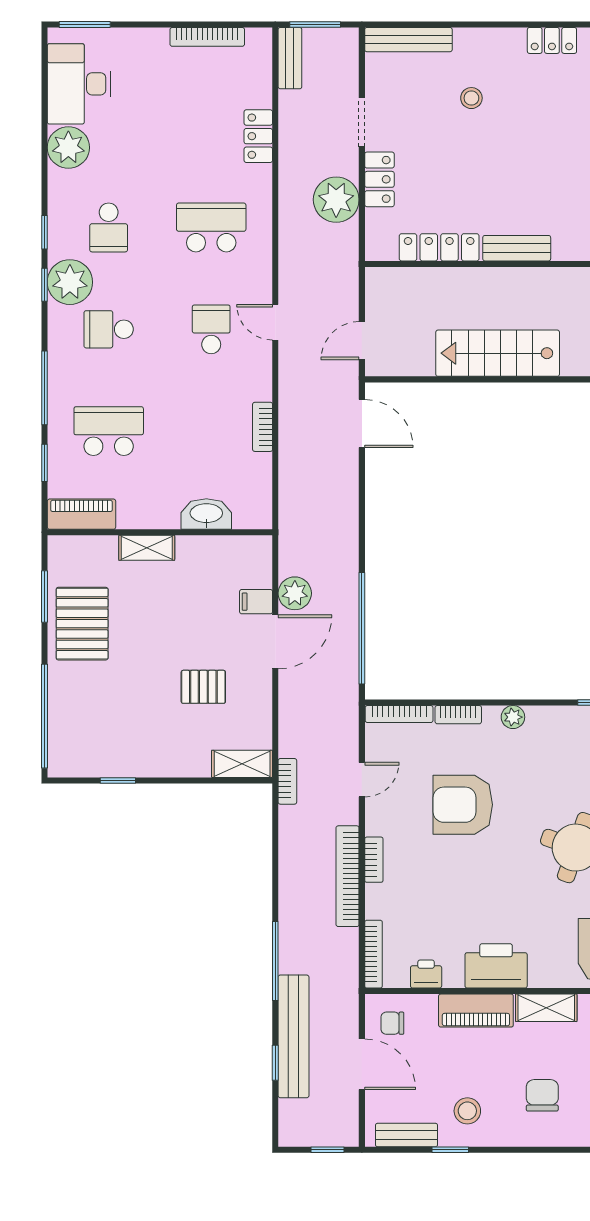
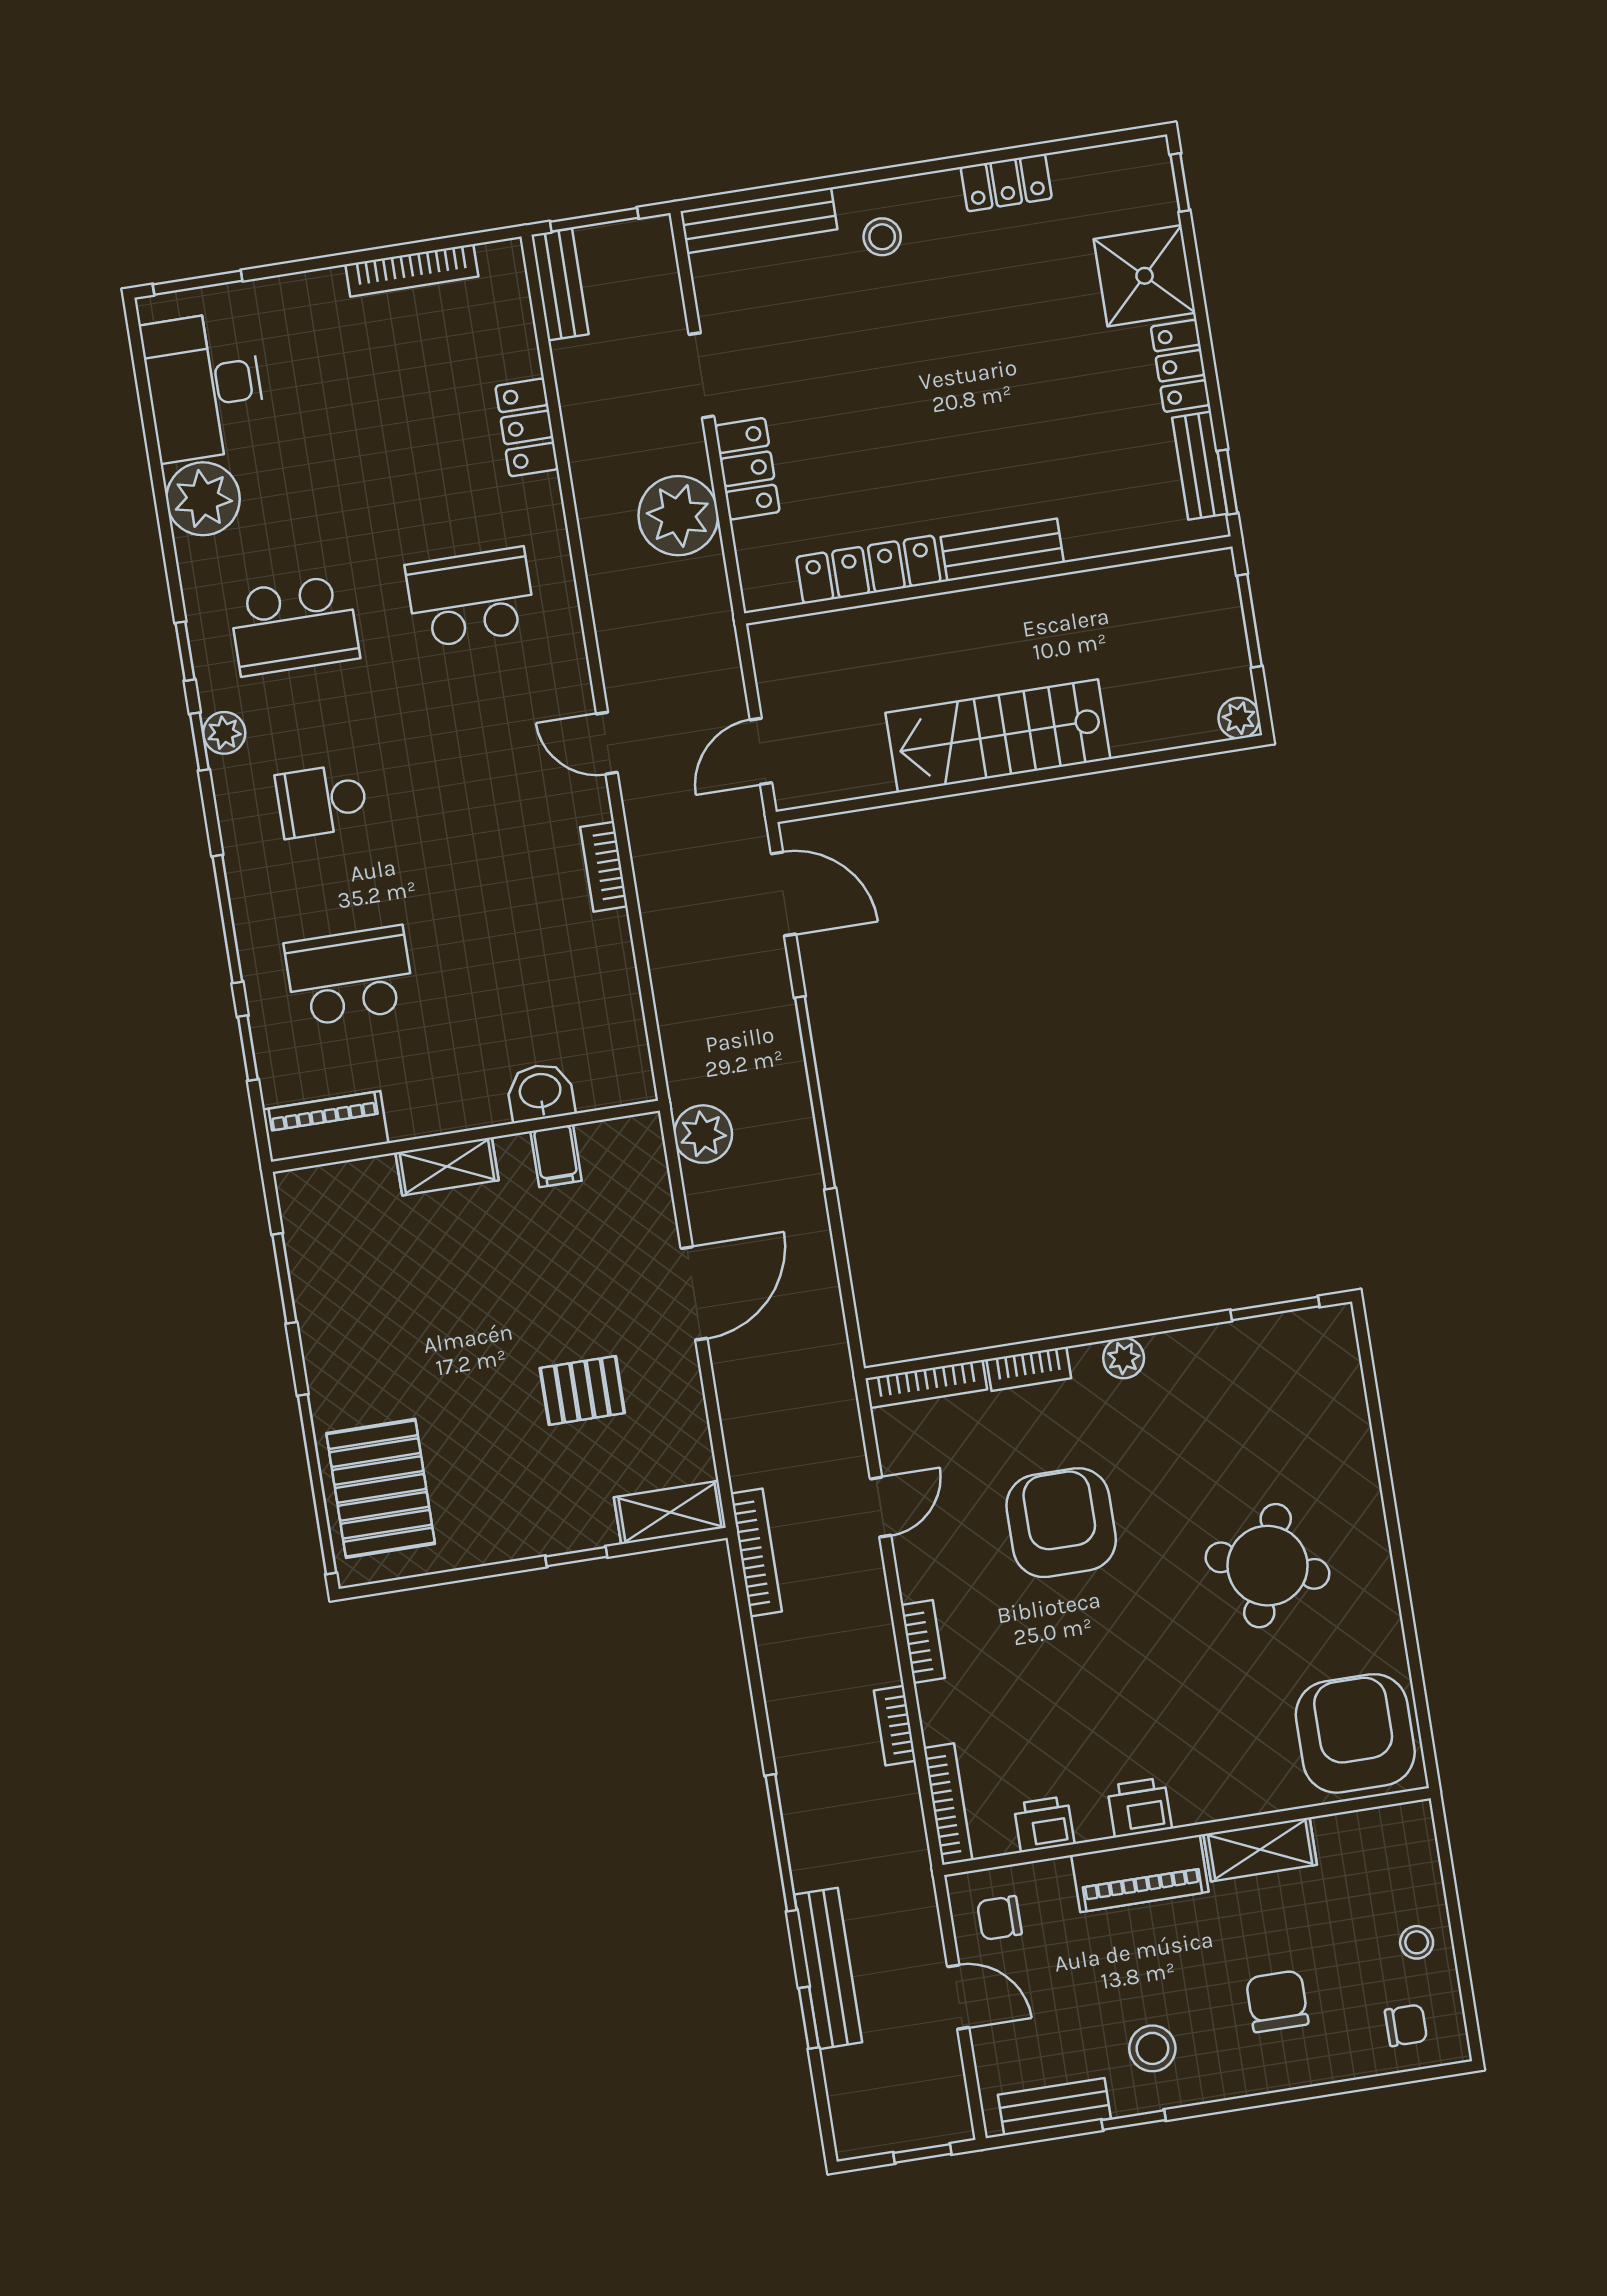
stool: (471, 98) -> (882, 237), moved
school desk: (109, 227) -> (294, 626), width x1.85
plant: (70, 282) -> (224, 733), width x0.53, depth x0.53
school desk: (211, 329) -> (498, 773), removed
bookcase: (263, 427) -> (604, 867), moved
washbasin: (206, 514) -> (540, 1092), width x0.72
plant: (295, 593) -> (703, 1134), moved
filing cabinet: (256, 602) -> (556, 1156), moved, turned -90
pallet: (82, 624) -> (381, 1488), moved
window: (362, 628) -> (815, 1093), moved
window: (118, 780) -> (576, 1557), moved
bookcase: (287, 781) -> (756, 1552), width x1.56
armchair: (463, 805) -> (1061, 1523), turned 90
bookcase: (348, 876) -> (895, 1726), width x0.43, depth x0.76
printer: (496, 966) -> (1139, 1807), width x0.53, depth x0.68
bench: (294, 1036) -> (828, 1968), width x0.73, depth x0.82
door: (362, 1064) -> (958, 1997), width x0.73

